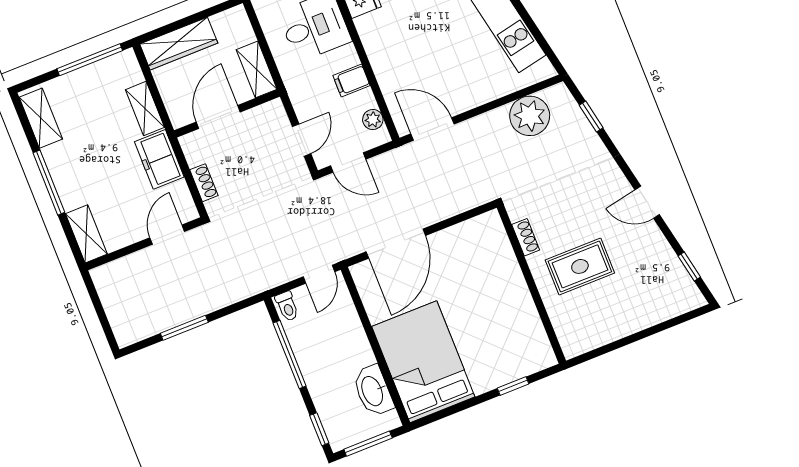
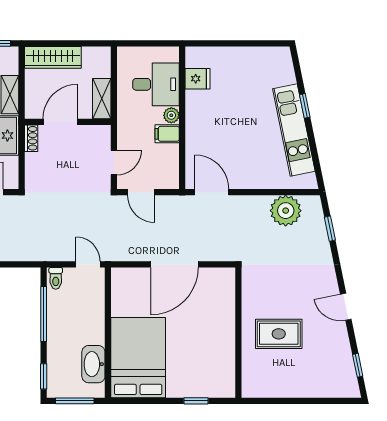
plant: (373, 119) -> (171, 115), moved
shoe rack: (204, 183) -> (31, 138), moved
shoe rack: (526, 237) -> (248, 297), removed
door: (396, 244) -> (174, 264), moved
door: (319, 274) -> (88, 264), swing flipped

